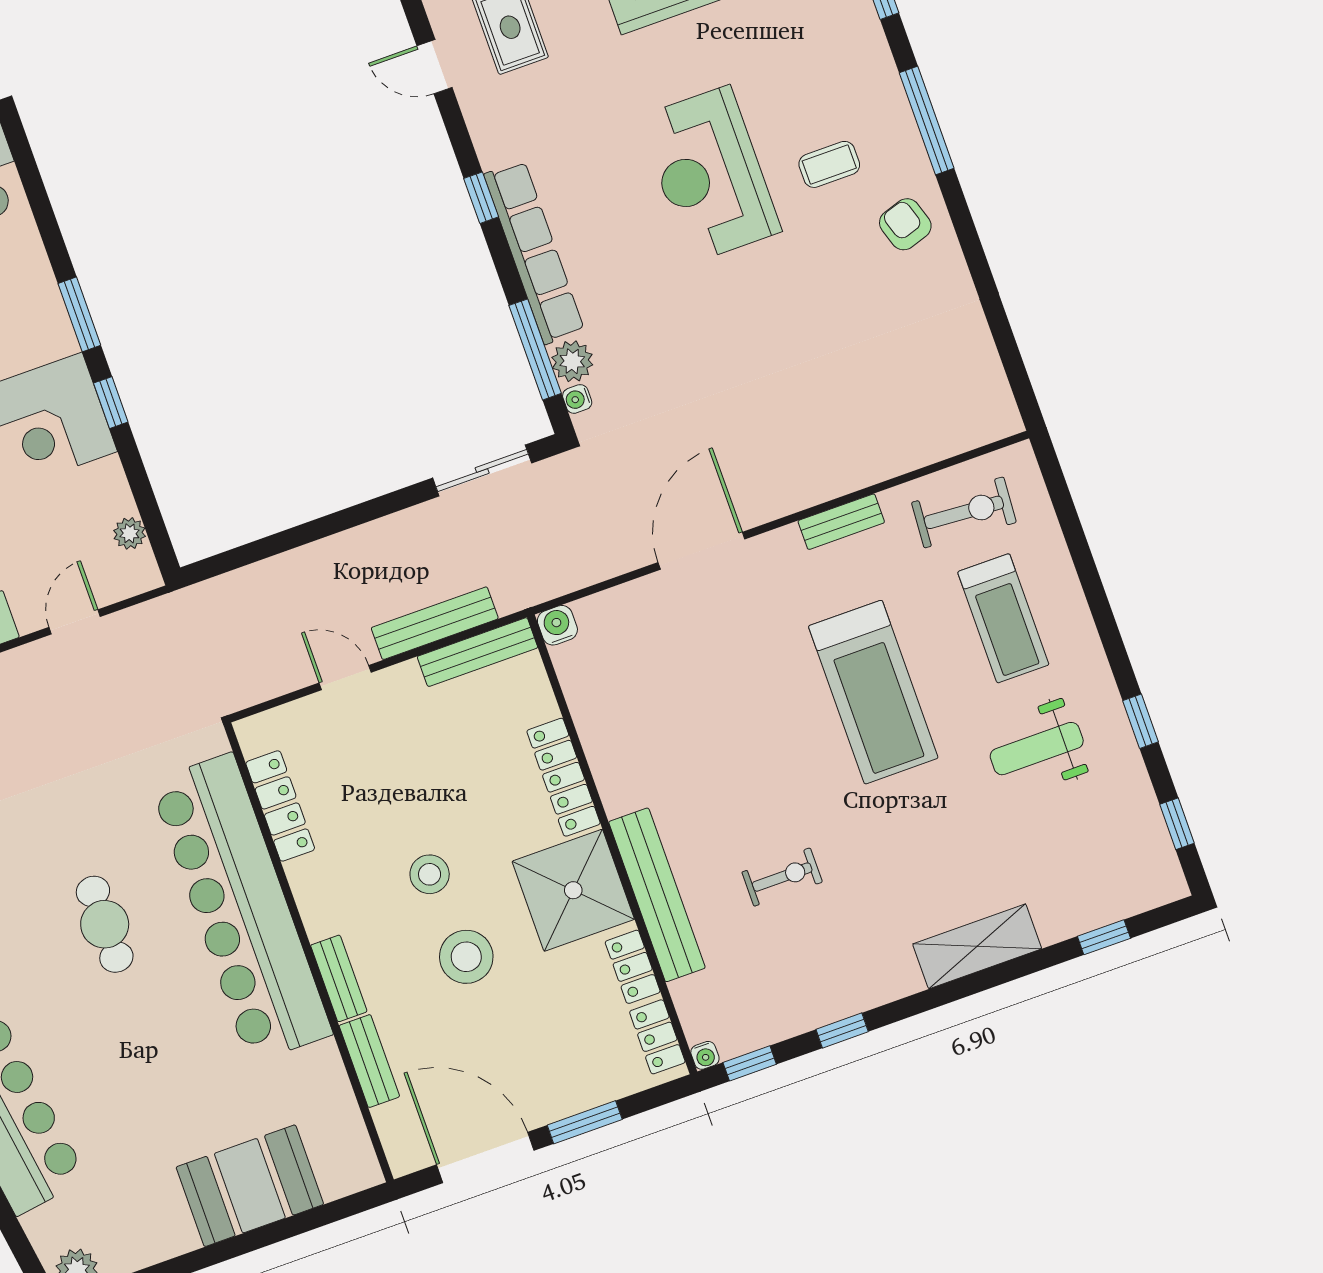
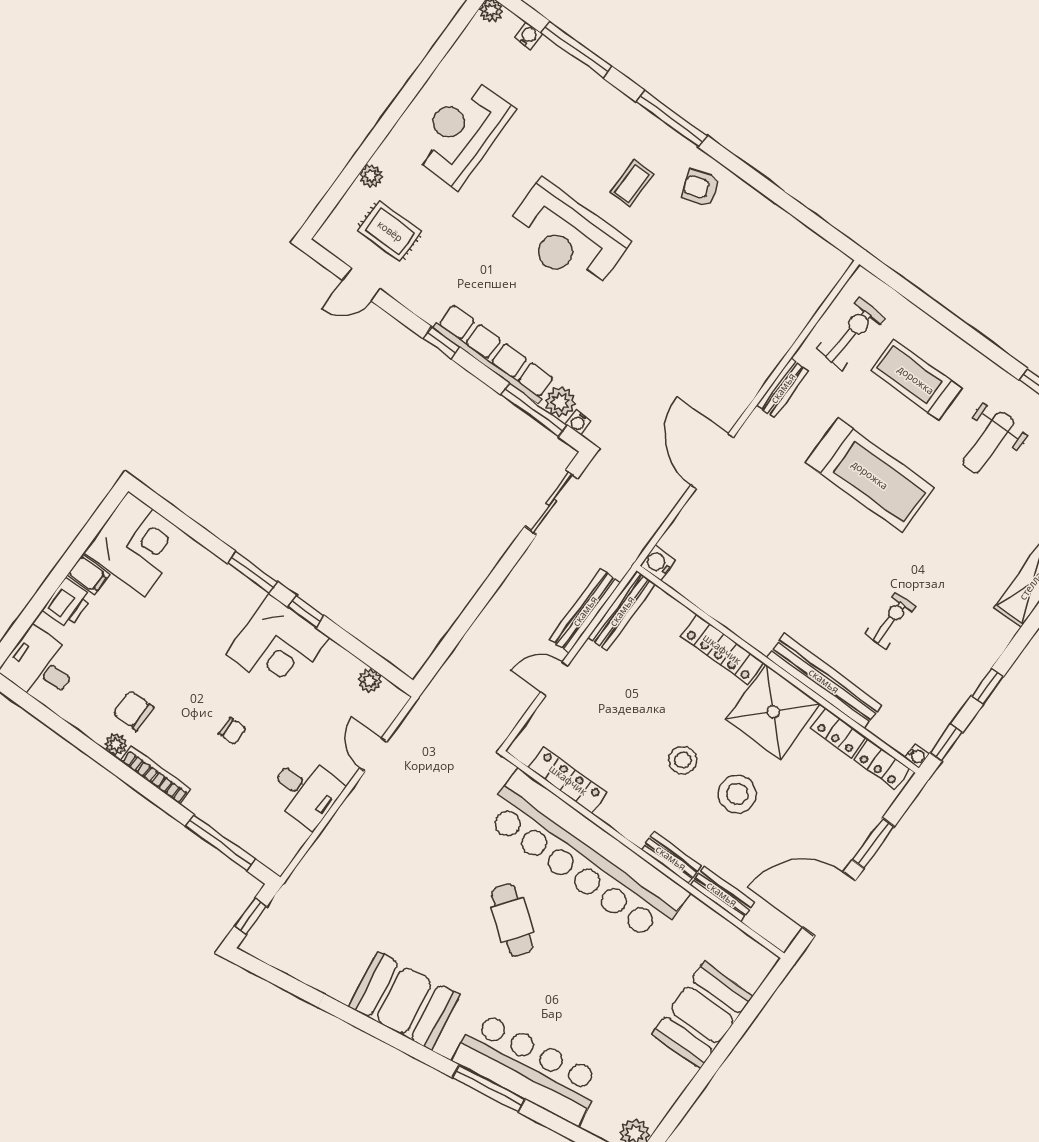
treadmill: (1003, 618) -> (916, 380), turned 180
cafe table: (105, 924) -> (512, 920), turned 37

